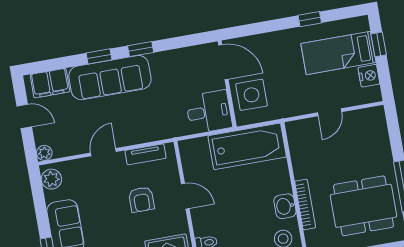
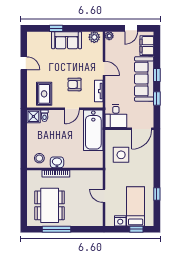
door: (223, 62) -> (142, 129), moved
wall: (227, 84) -> (129, 129), moved
desk: (209, 112) -> (116, 116), moved
bathtub: (247, 146) -> (93, 130), moved

